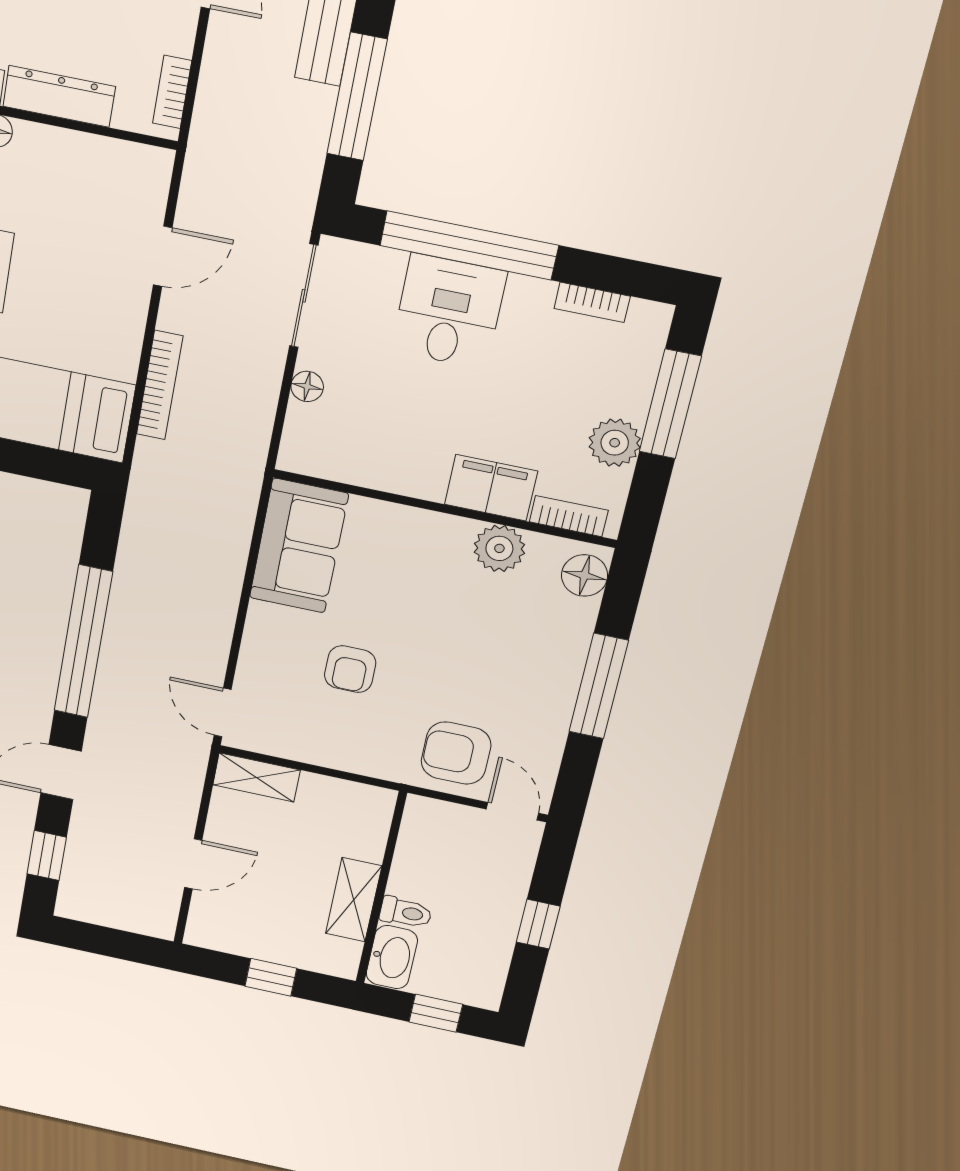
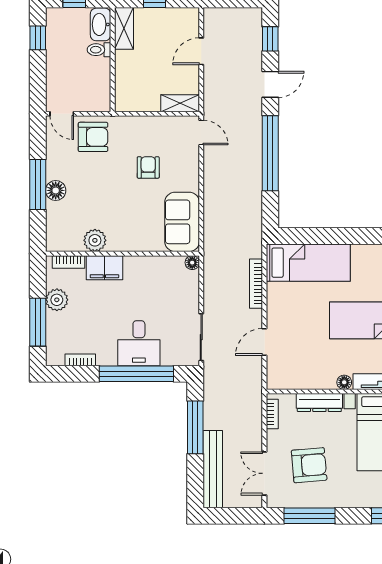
floor lamp: (307, 386) -> (192, 263), moved
floor lamp: (585, 575) -> (56, 190), moved
shelving: (354, 900) -> (124, 28), moved
window: (538, 924) -> (38, 38), moved

